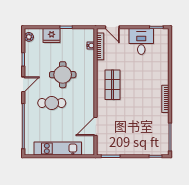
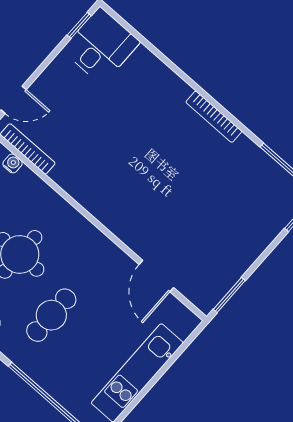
desk: (141, 41) -> (101, 46), moved, turned 90
shop shelf: (113, 85) -> (111, 185), removed

